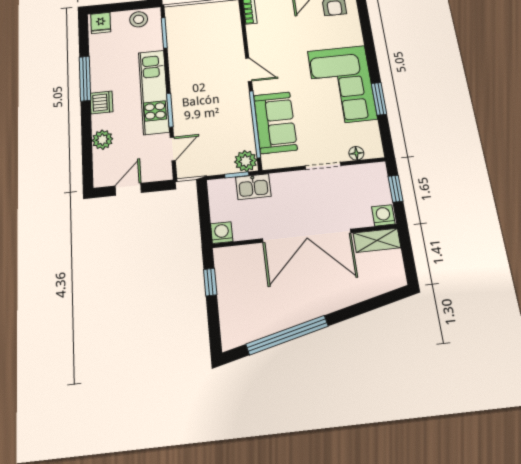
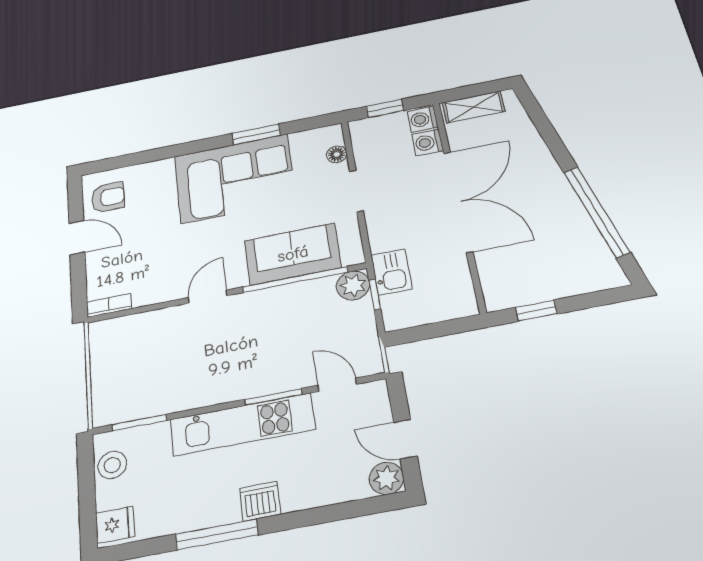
plant: (102, 140) -> (386, 478), moved
washing machine: (222, 233) -> (428, 142), moved
shelving: (377, 240) -> (473, 107), moved, turned 90

